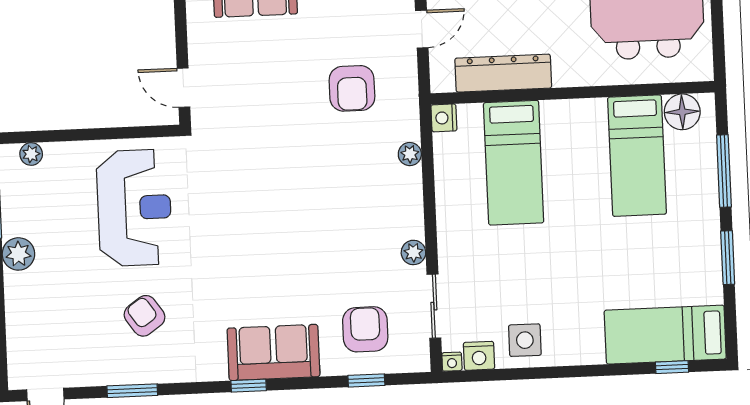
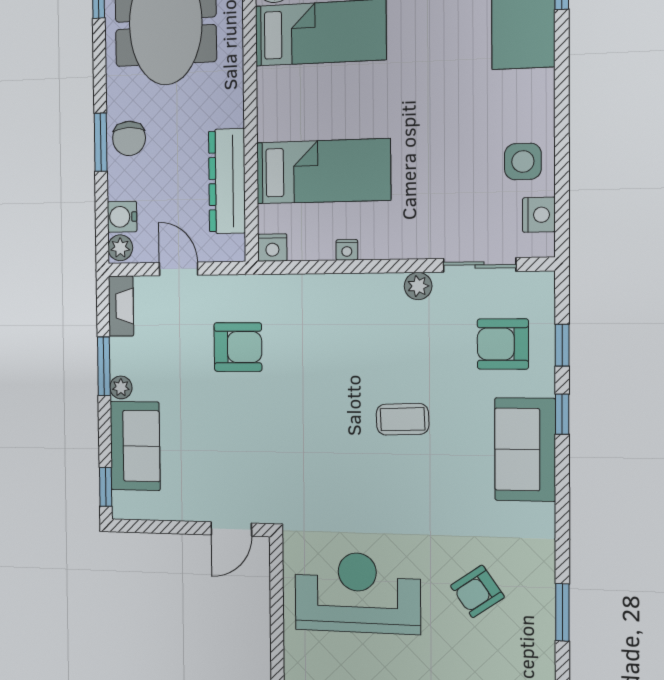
plant: (410, 154) -> (310, 286), removed
coffee table: (294, 243) -> (403, 419), added
nightstand: (452, 362) -> (347, 250), moved, turned 90
window: (249, 386) -> (562, 414), moved

